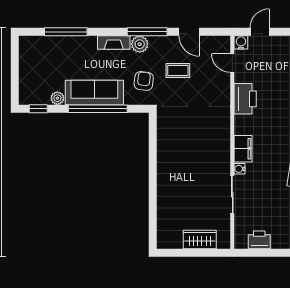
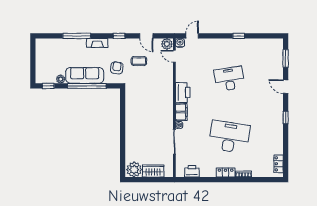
window: (66, 32) -> (77, 36), moved
window: (147, 32) -> (119, 36), width x0.46
plant: (140, 44) -> (167, 44), moved
printer: (245, 99) -> (183, 92), moved
plant: (170, 237) -> (134, 170), added

